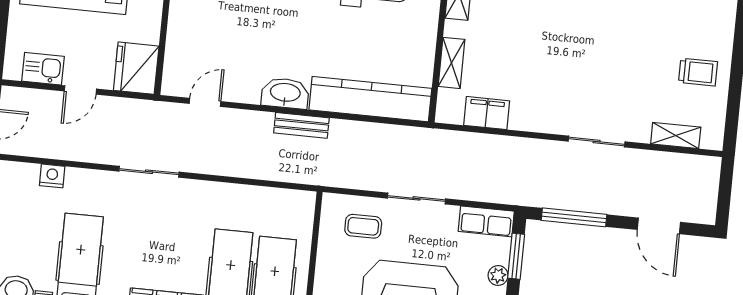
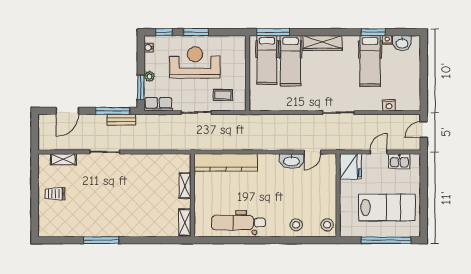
washbasin: (285, 93) -> (291, 161), moved
filing cabinet: (487, 113) -> (164, 161), removed
bench: (301, 125) -> (121, 120), moved
door: (659, 226) -> (67, 111), swing flipped

